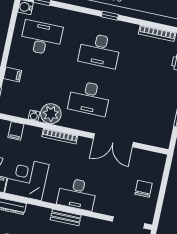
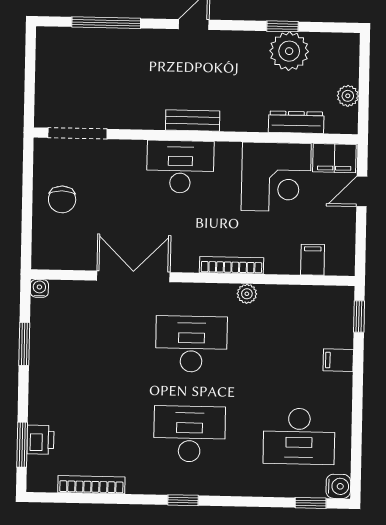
plant: (51, 114) -> (247, 294), width x0.53, depth x0.53
water cooler: (34, 116) -> (39, 288), moved

